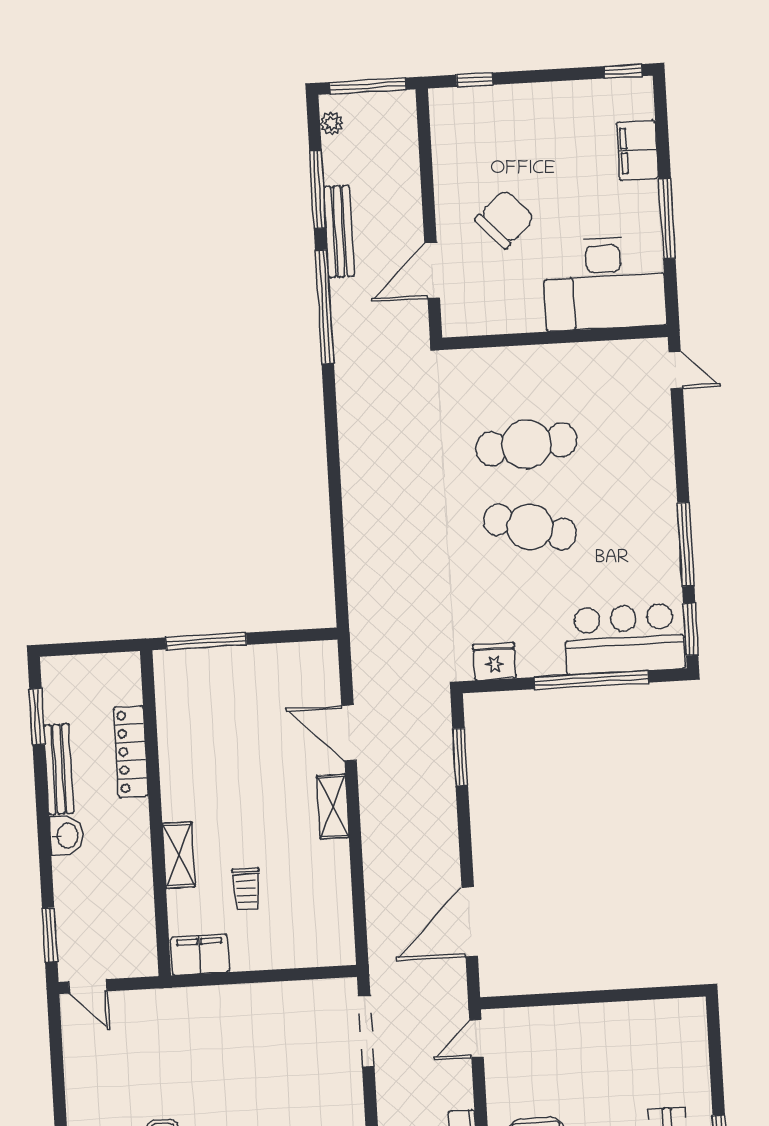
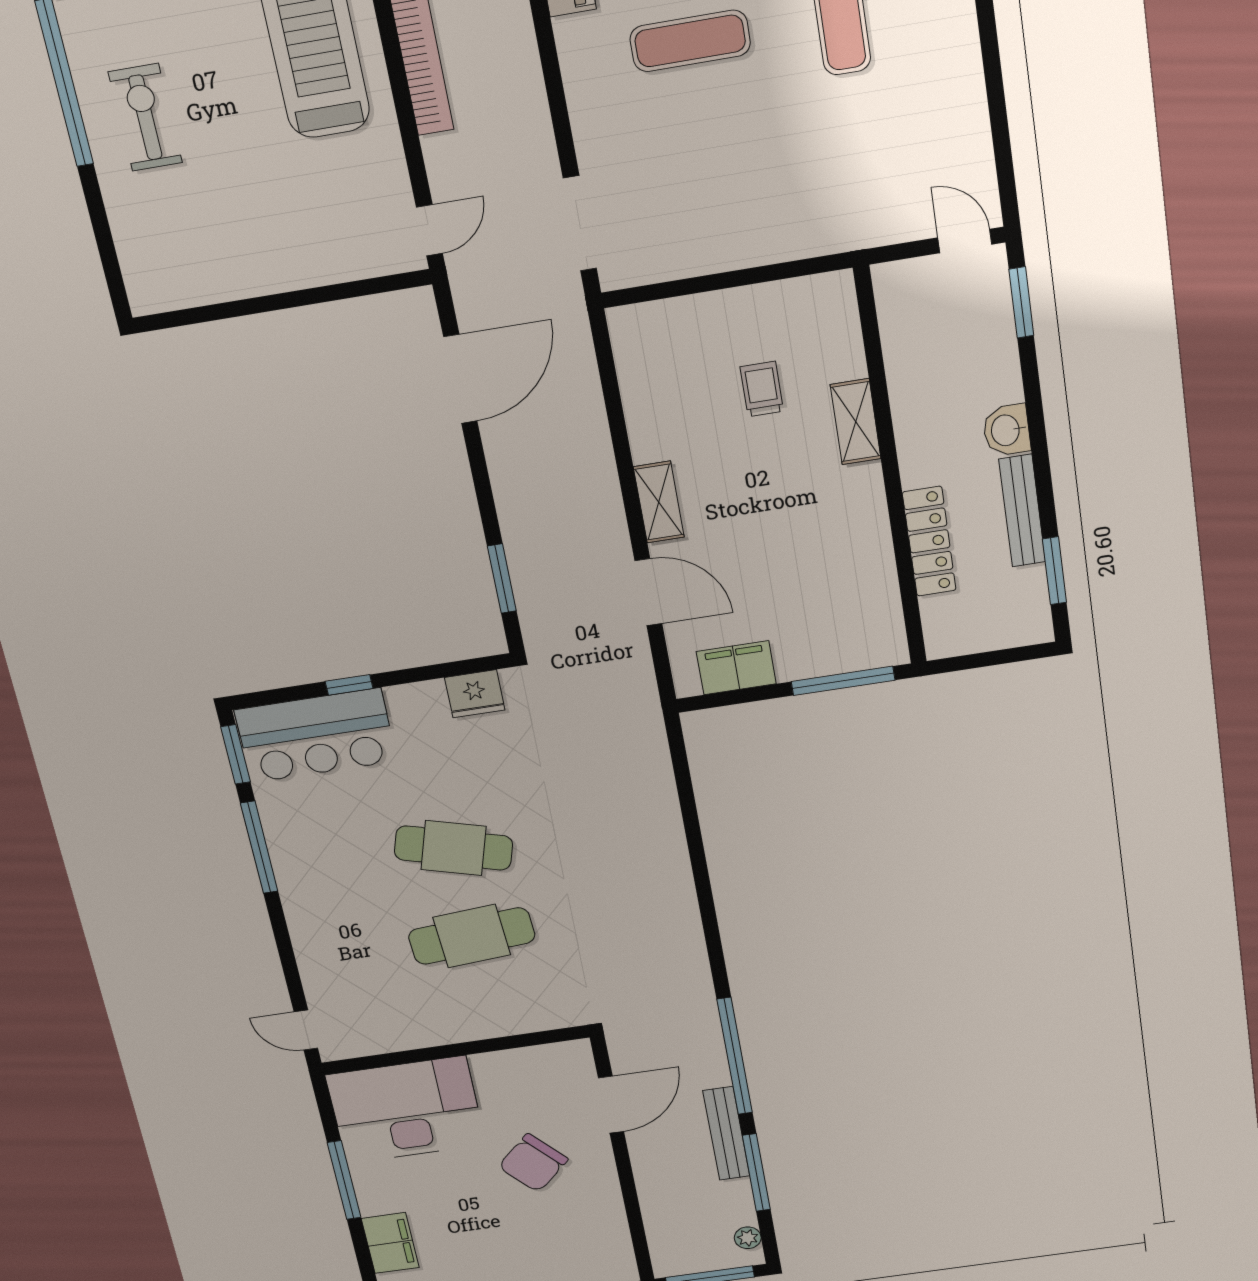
window: (592, 680) -> (349, 685), width x0.32
filing cabinet: (200, 955) -> (736, 668), moved, turned 180

